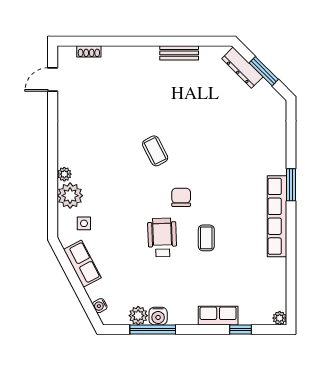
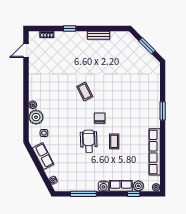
window: (129, 41) -> (70, 28), added
dresser: (242, 68) -> (135, 44), removed
row of seats: (277, 216) -> (155, 152), moved
plant: (138, 316) -> (138, 186), moved
water cooler: (158, 316) -> (103, 186), moved

